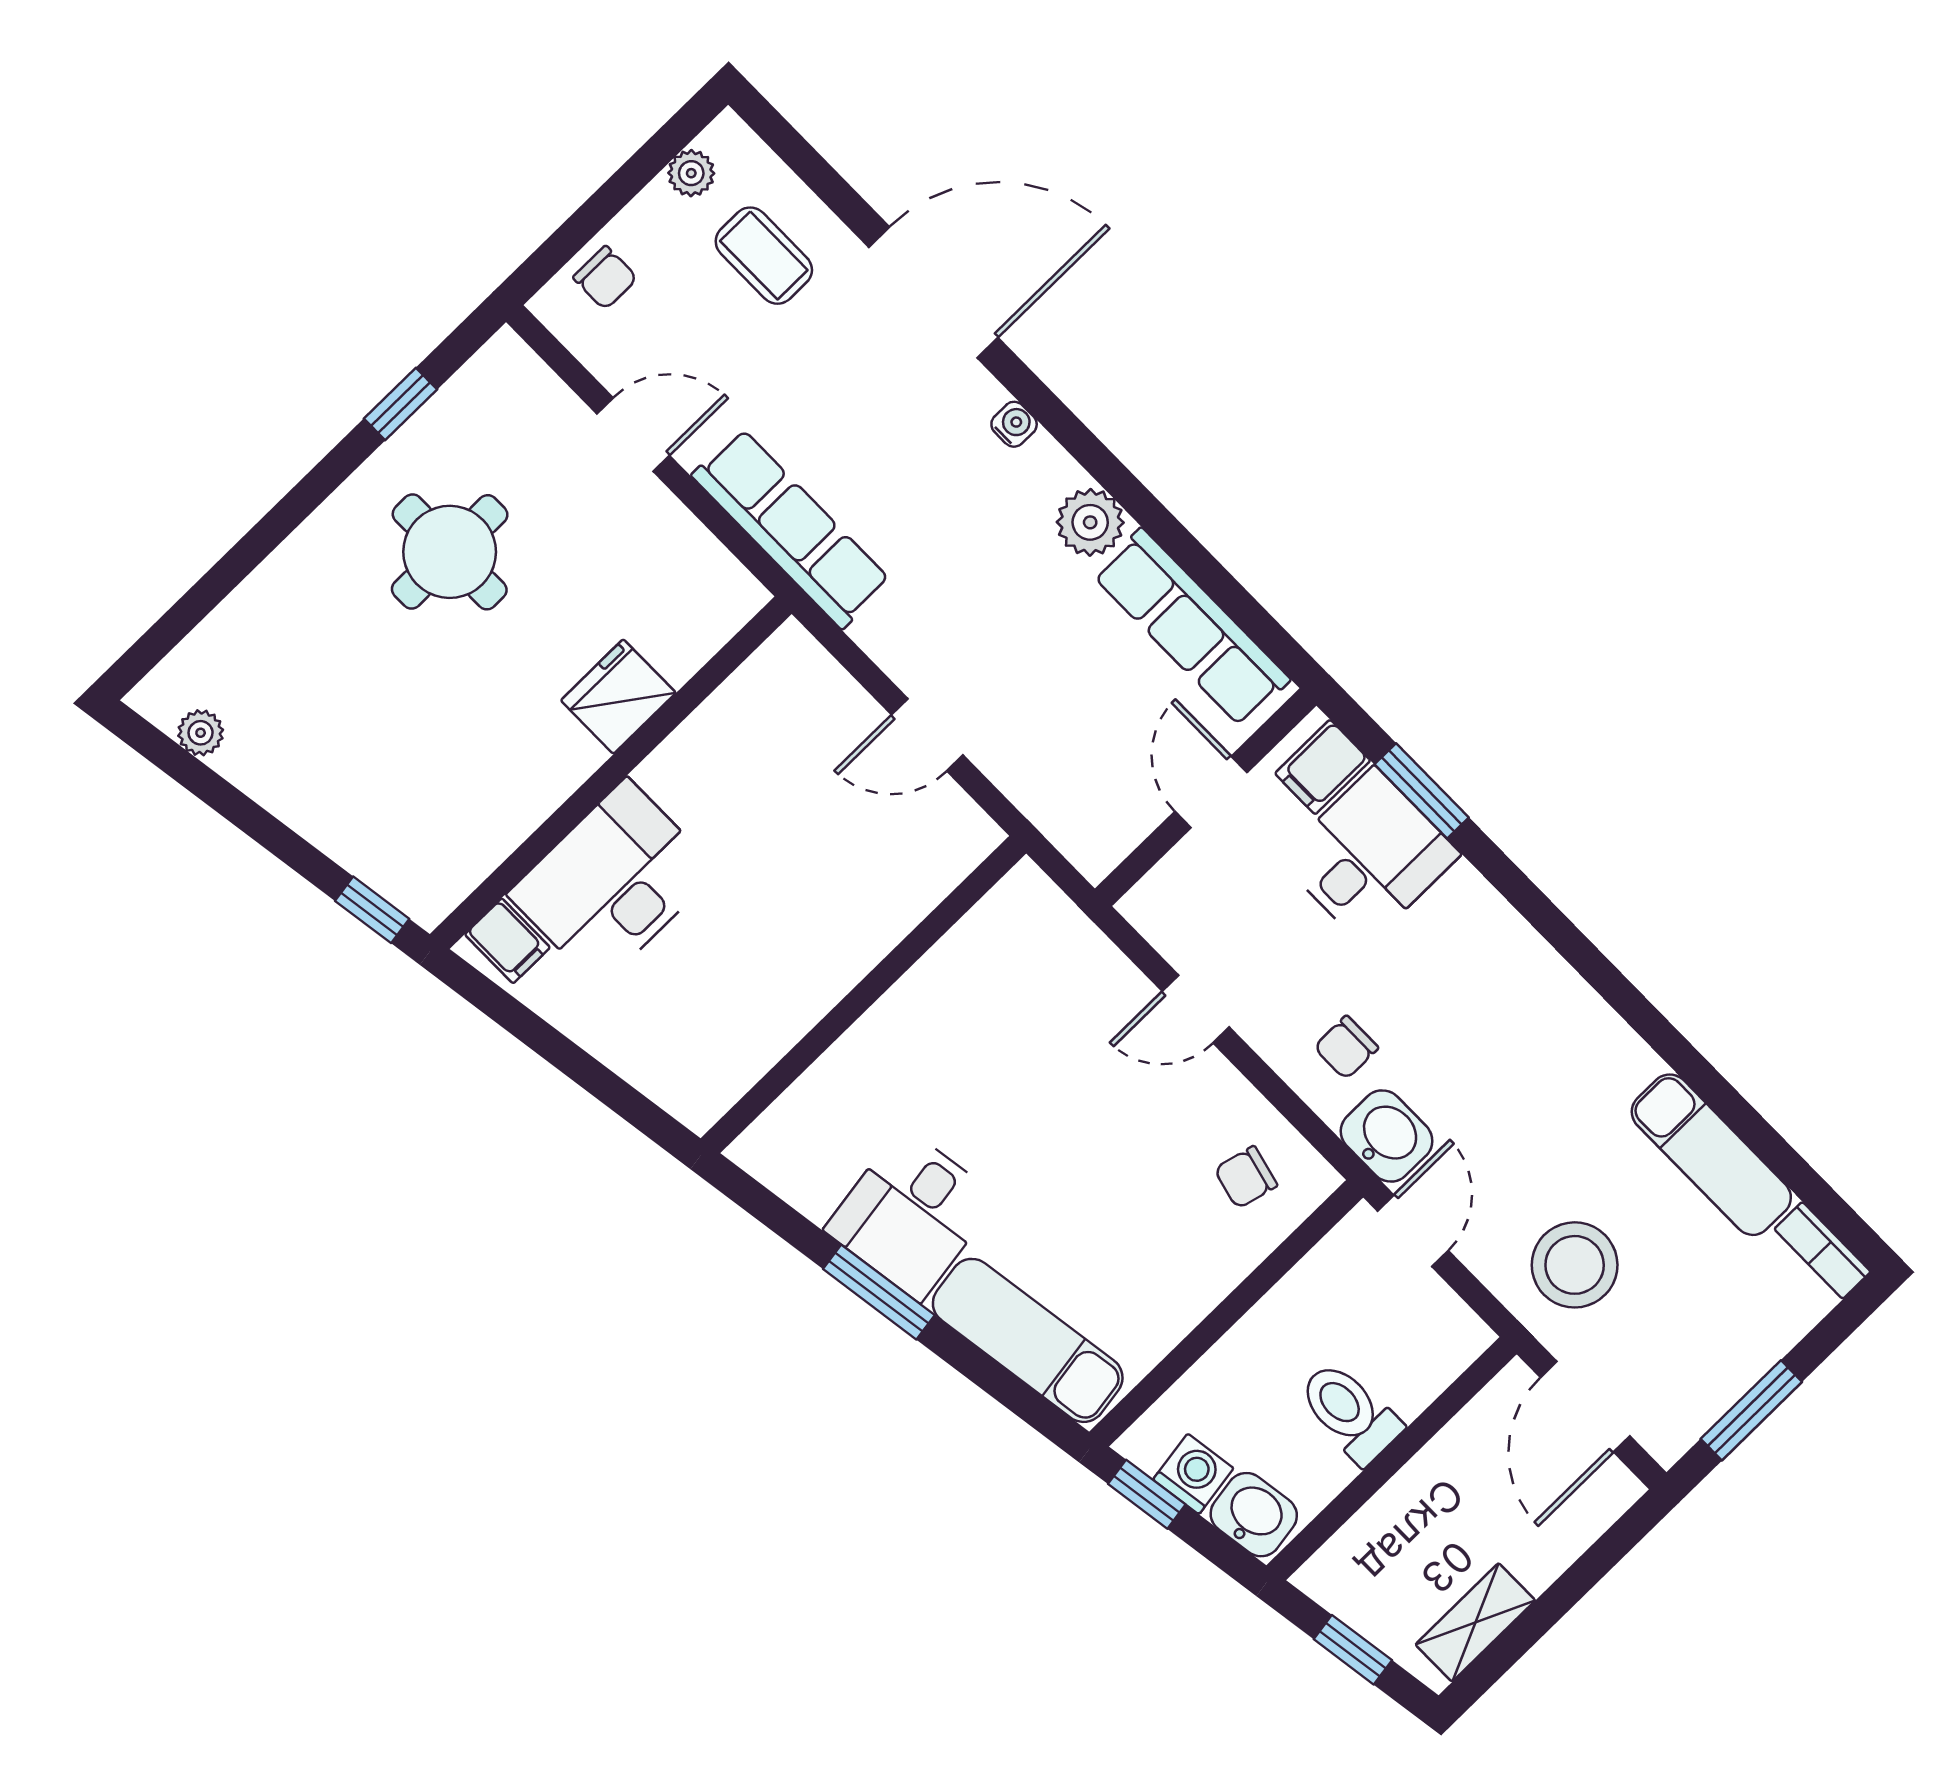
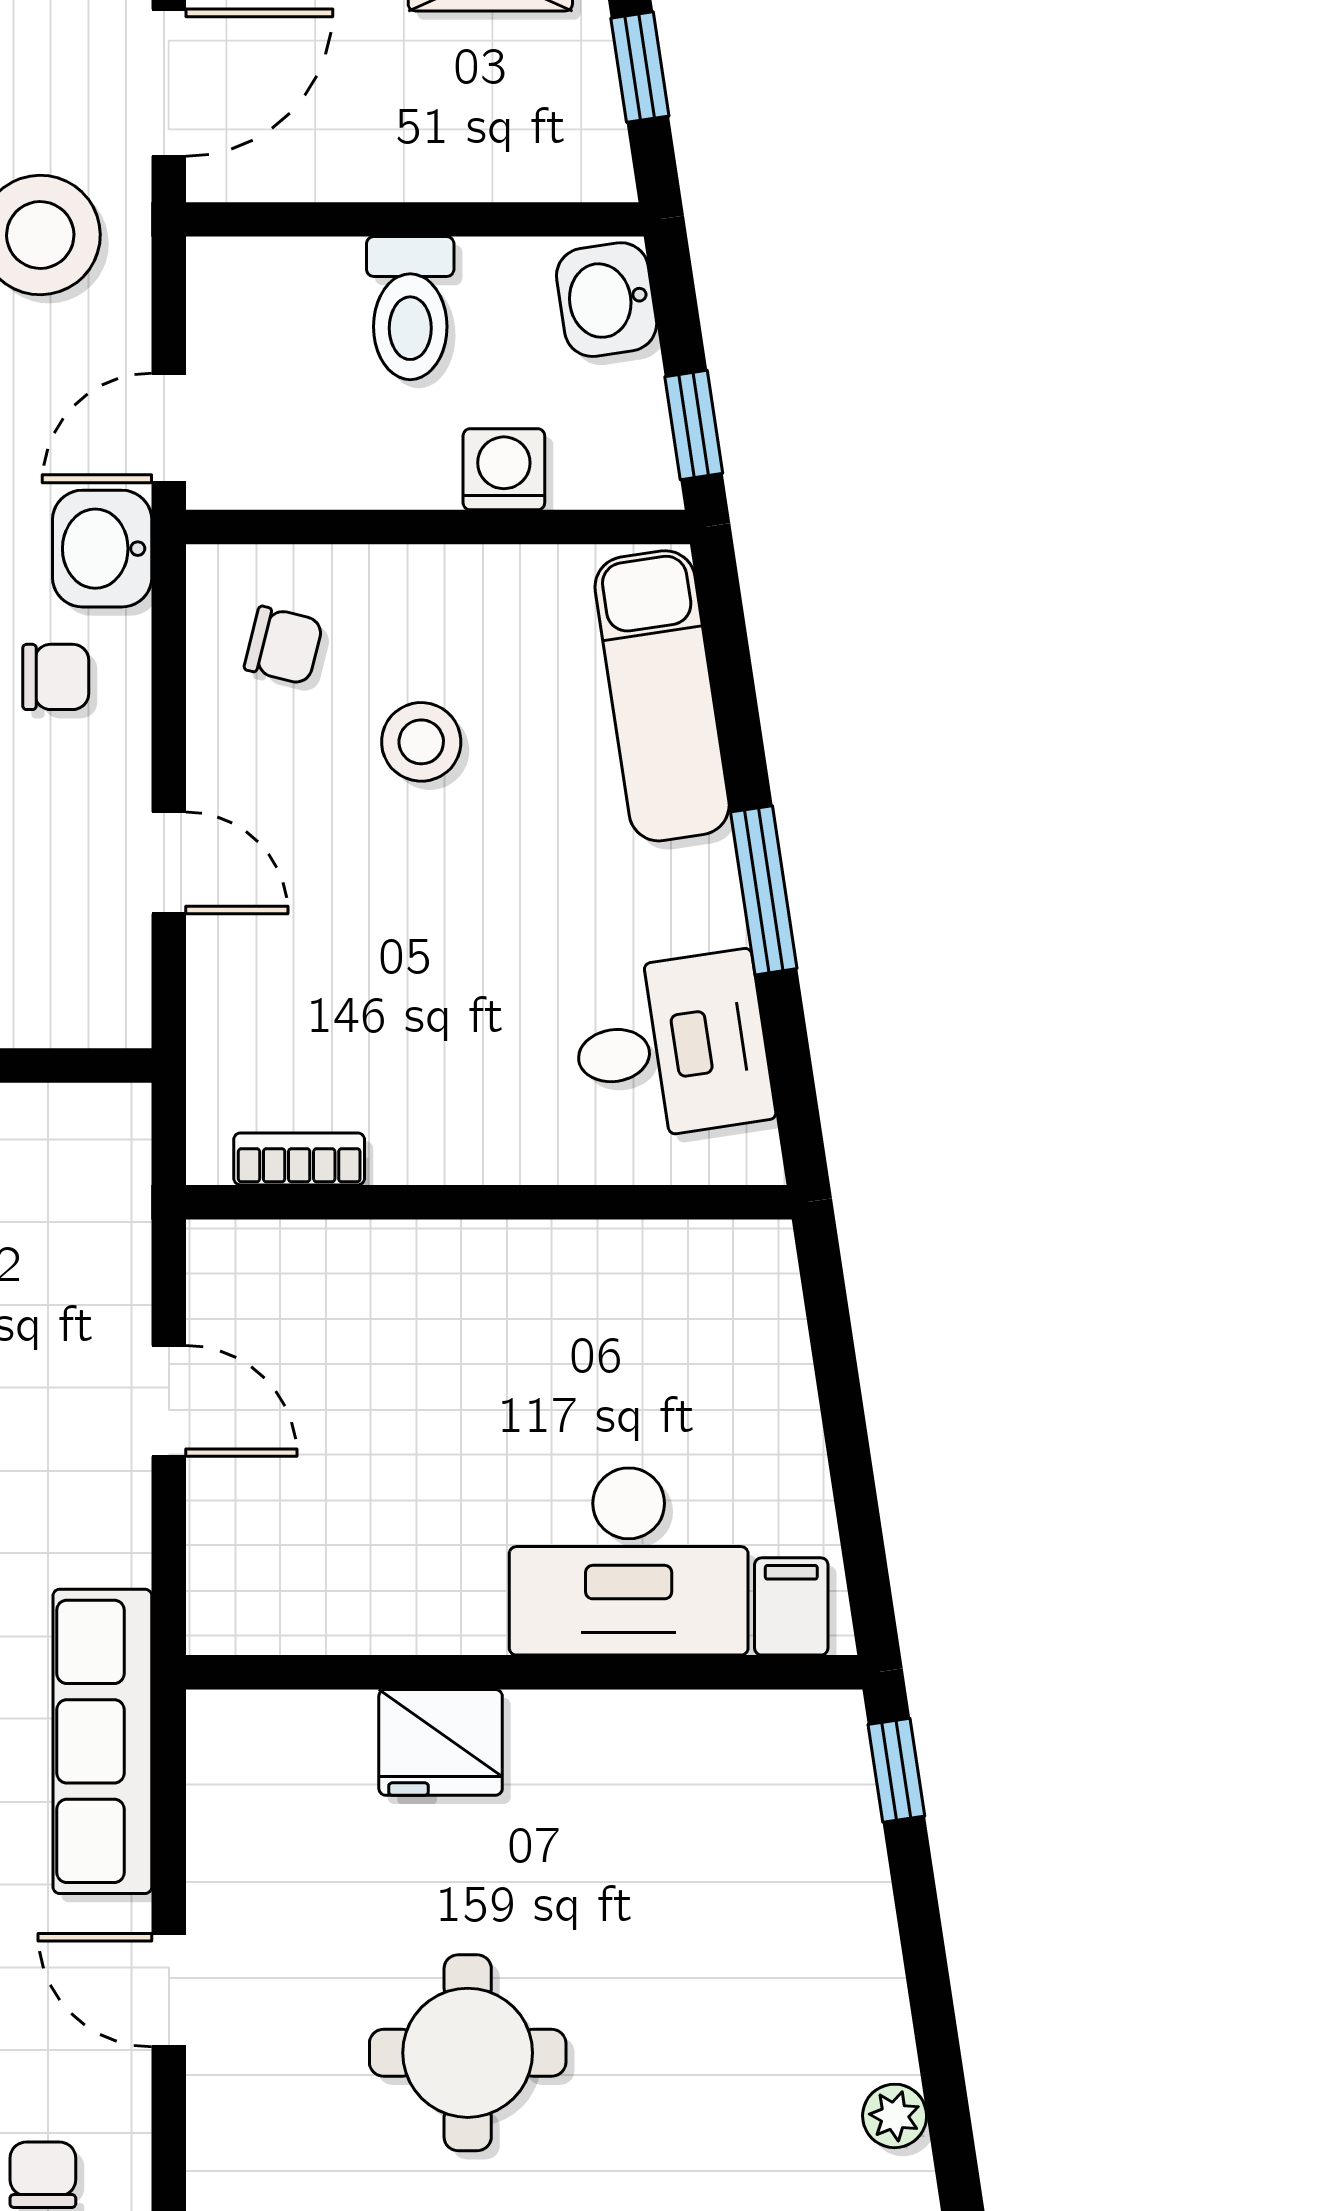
bookcase: (982, 923) -> (299, 1159), added
stool: (1127, 1197) -> (421, 742), added
desk: (911, 1214) -> (671, 1047), moved
washing machine: (1193, 1474) -> (504, 469), moved, turned 99

